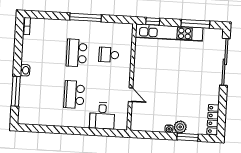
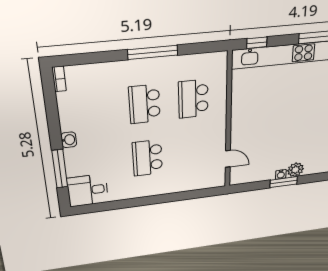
school desk: (109, 55) -> (193, 99), width x1.85
door: (131, 95) -> (228, 159), moved
desk: (102, 116) -> (88, 190), moved, turned 90
window: (188, 137) -> (284, 182), moved

